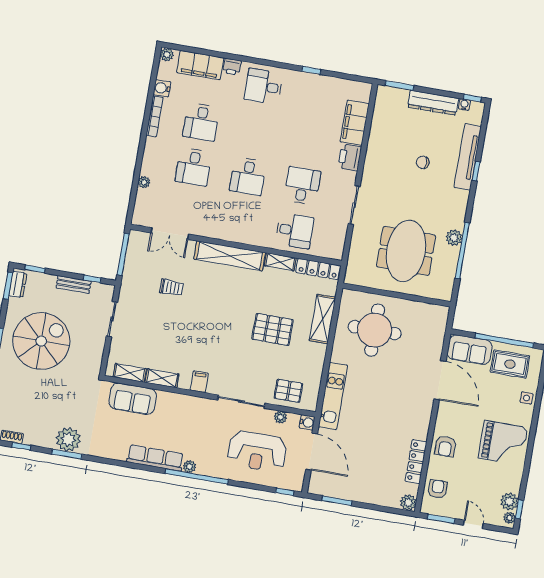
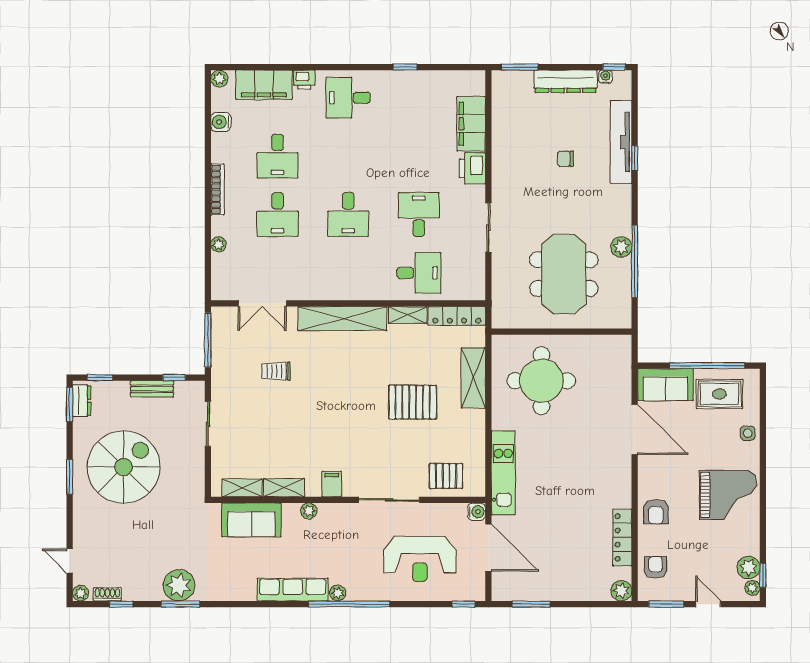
bookcase: (155, 116) -> (217, 189), moved
trolley: (171, 287) -> (276, 371), turned 180
plant: (281, 417) -> (309, 511), moved

